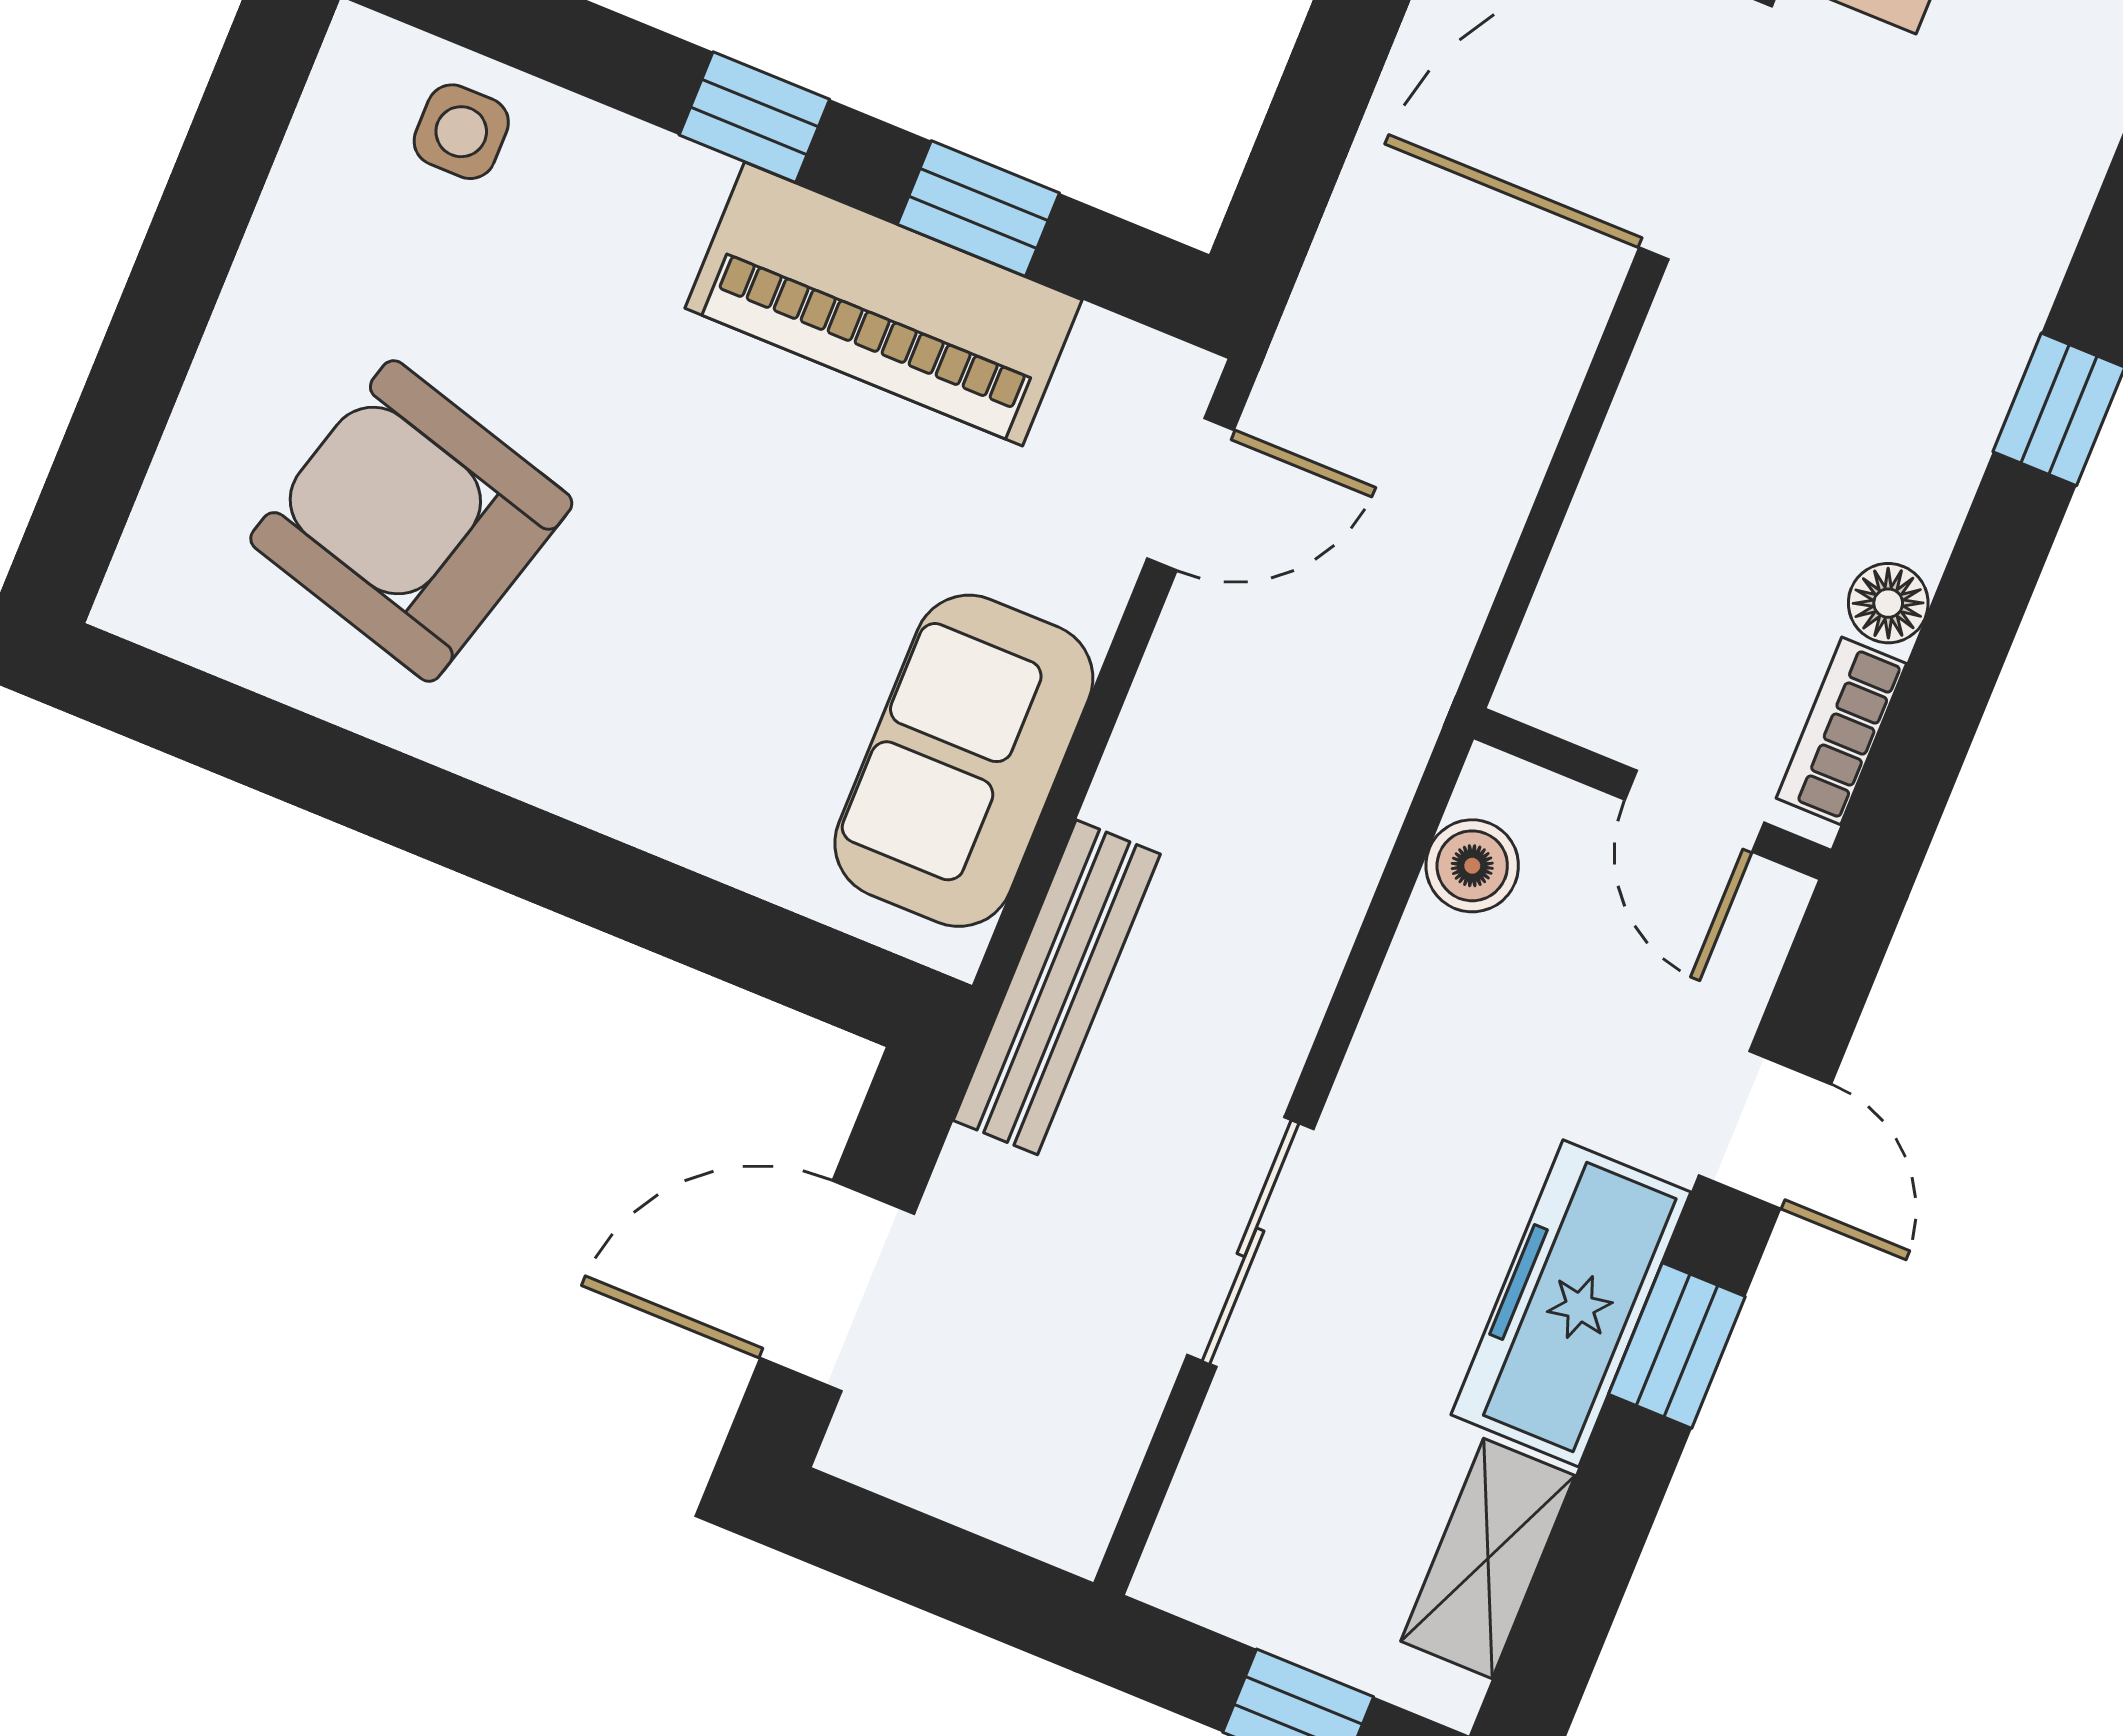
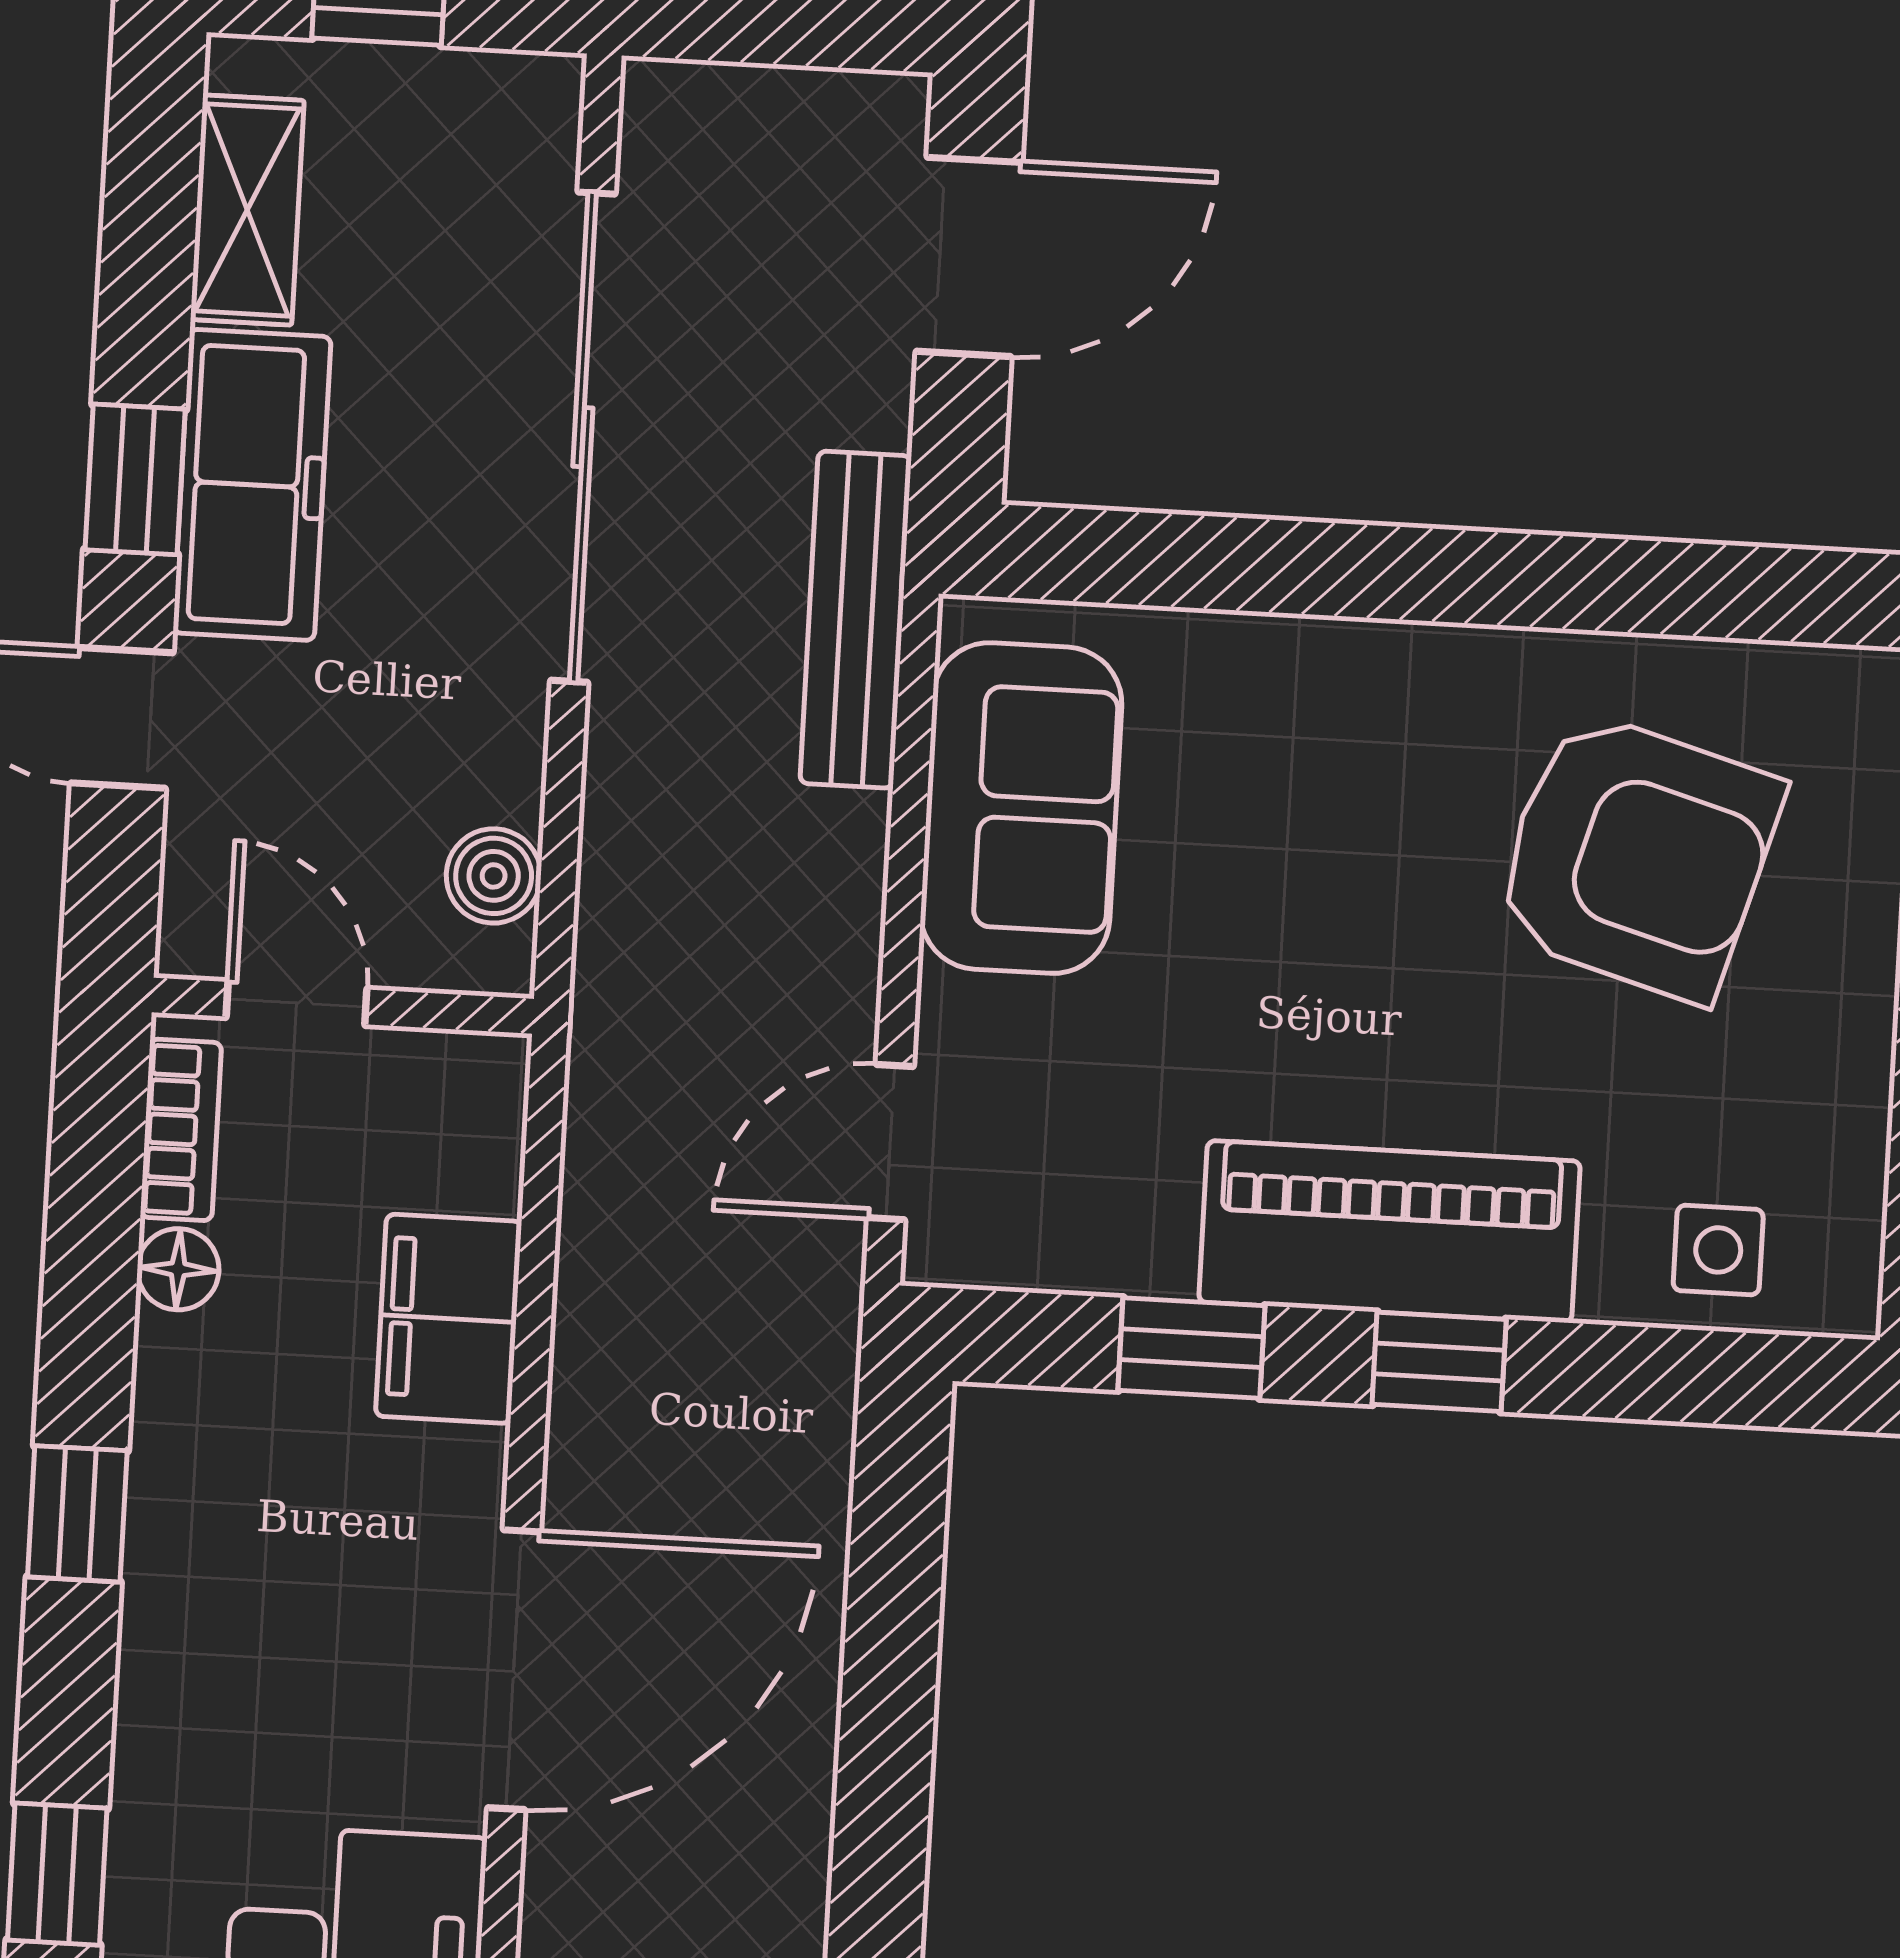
piano: (883, 304) -> (1389, 1232), moved
filing cabinet: (1654, 472) -> (449, 1319), added
sliding door: (1250, 1242) -> (583, 437), width x1.86

